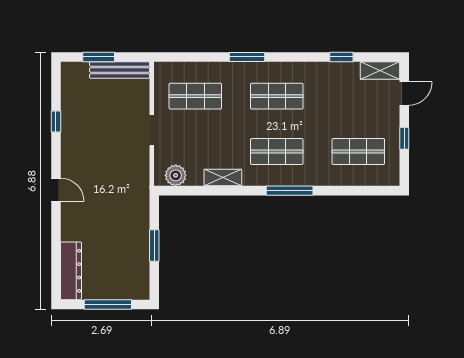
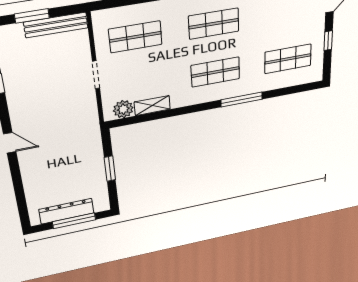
shelving: (223, 178) -> (152, 106), moved
window: (290, 191) -> (242, 99), moved
dresser: (71, 271) -> (66, 211), moved, turned -90

